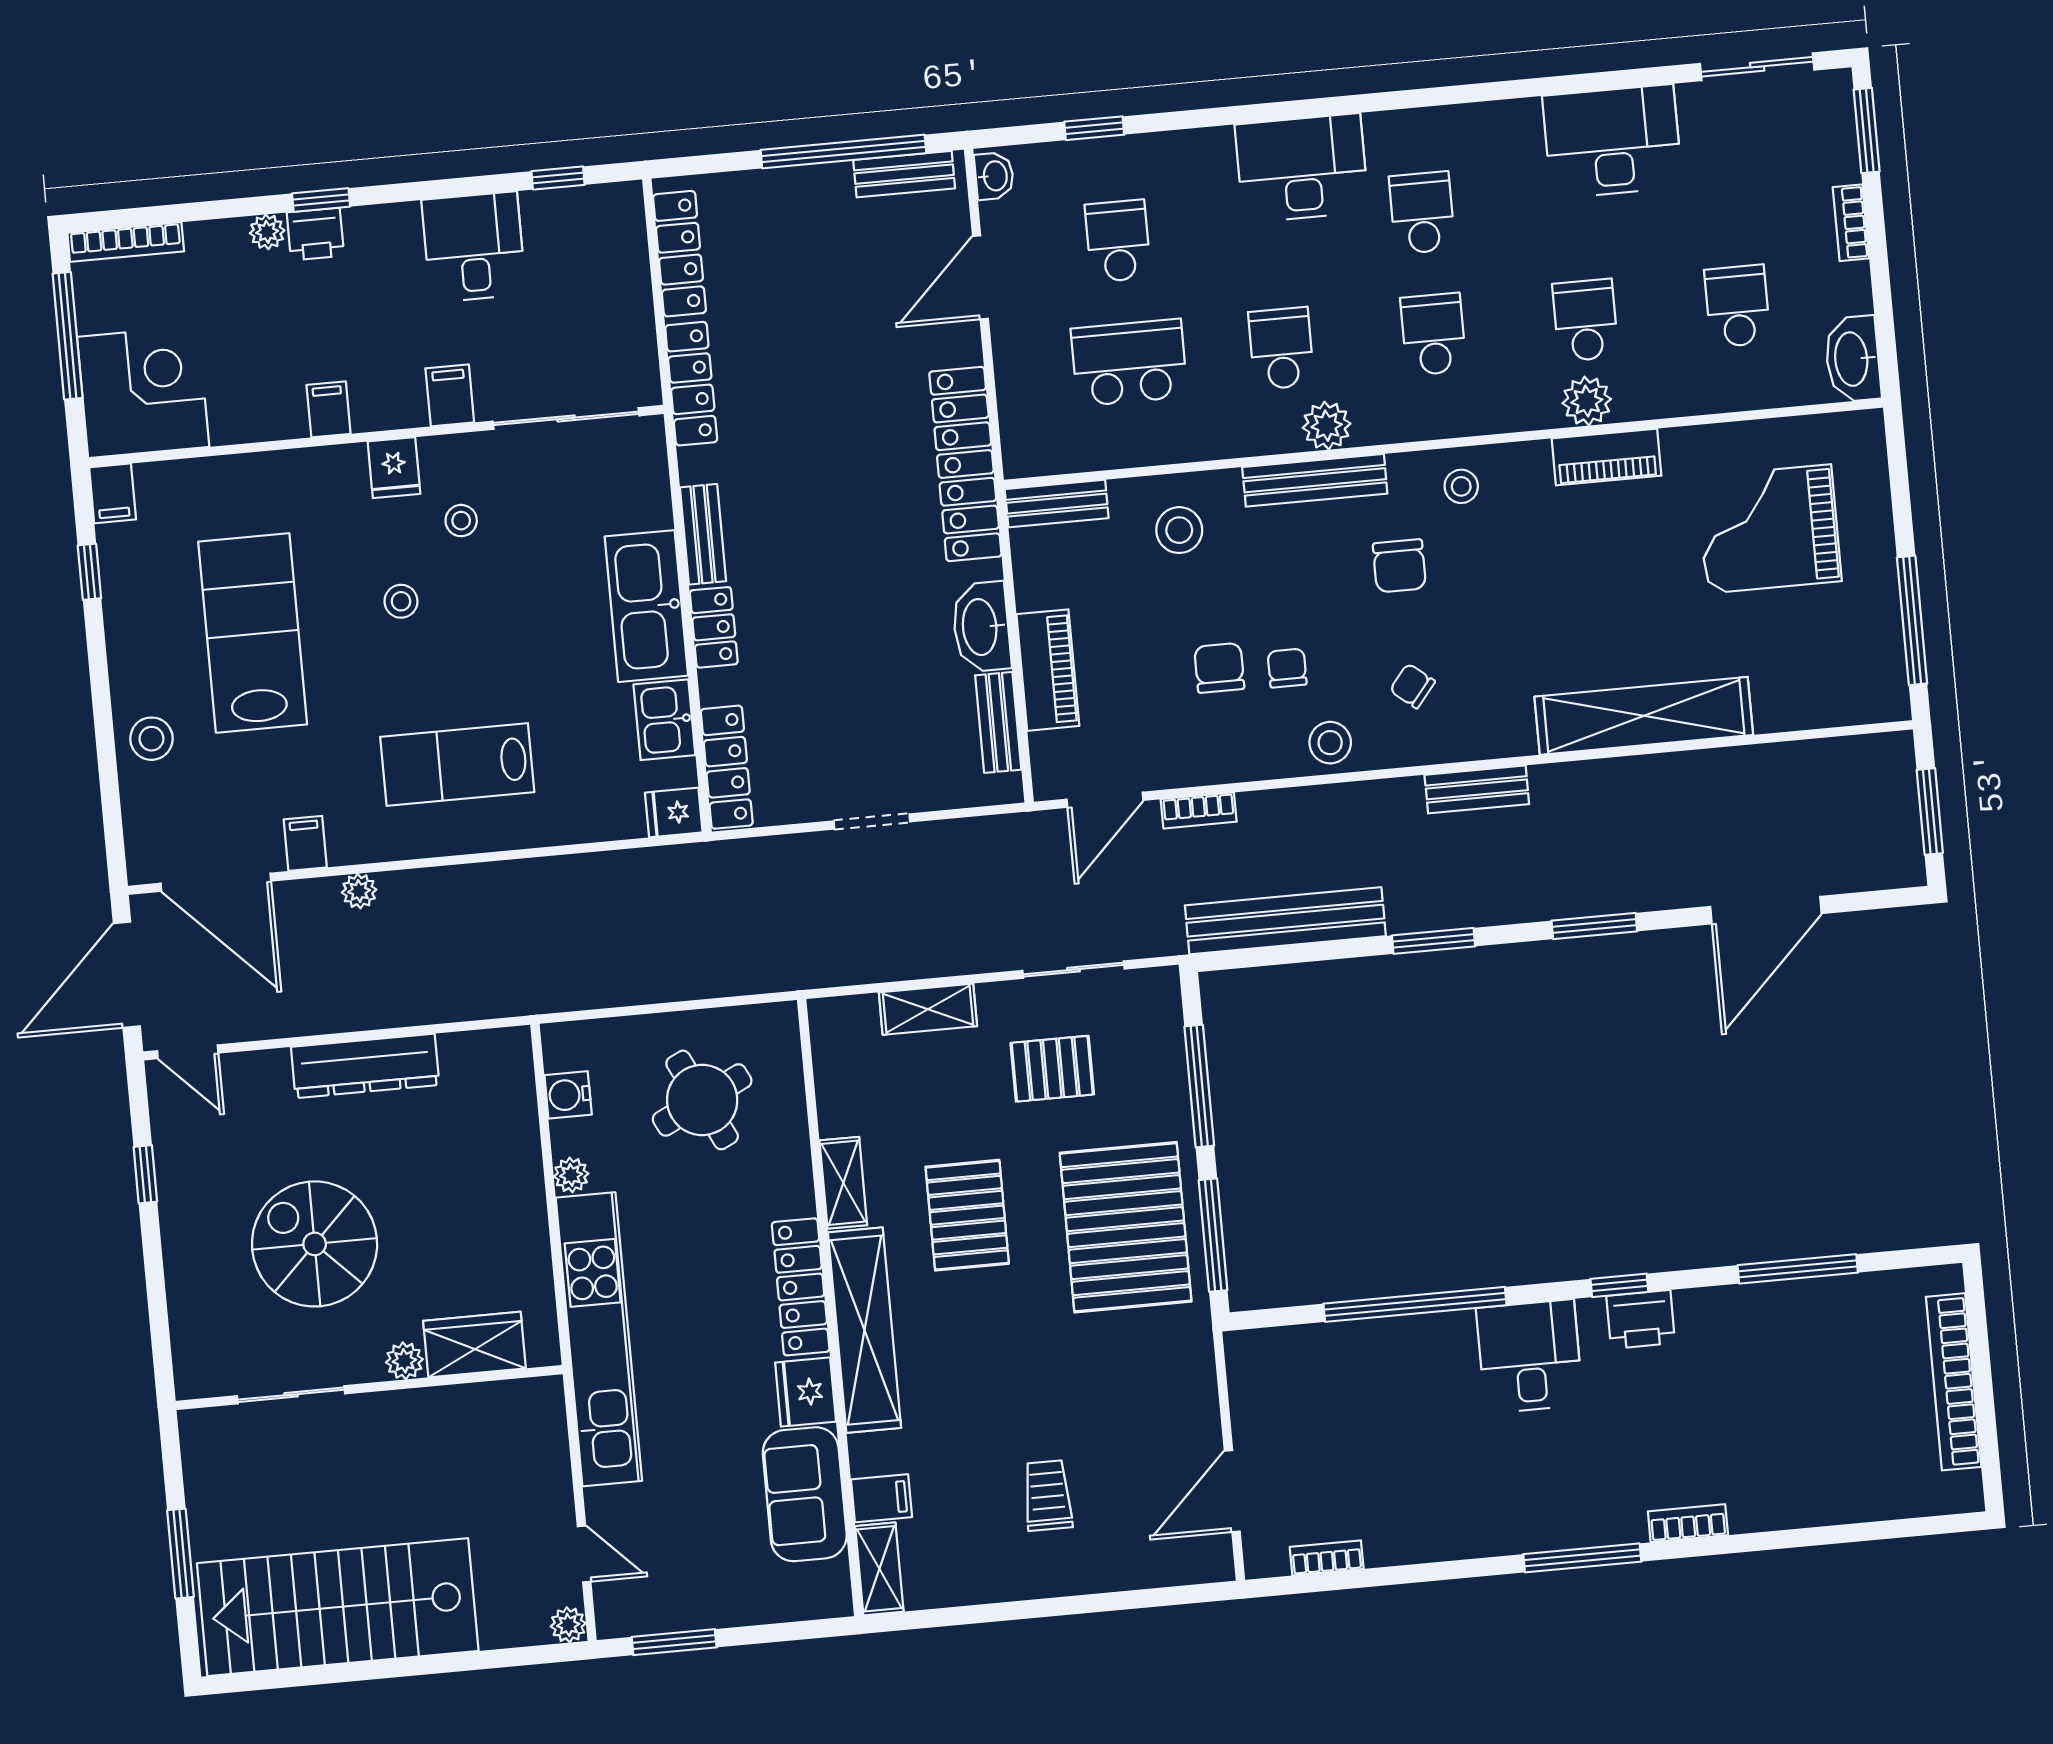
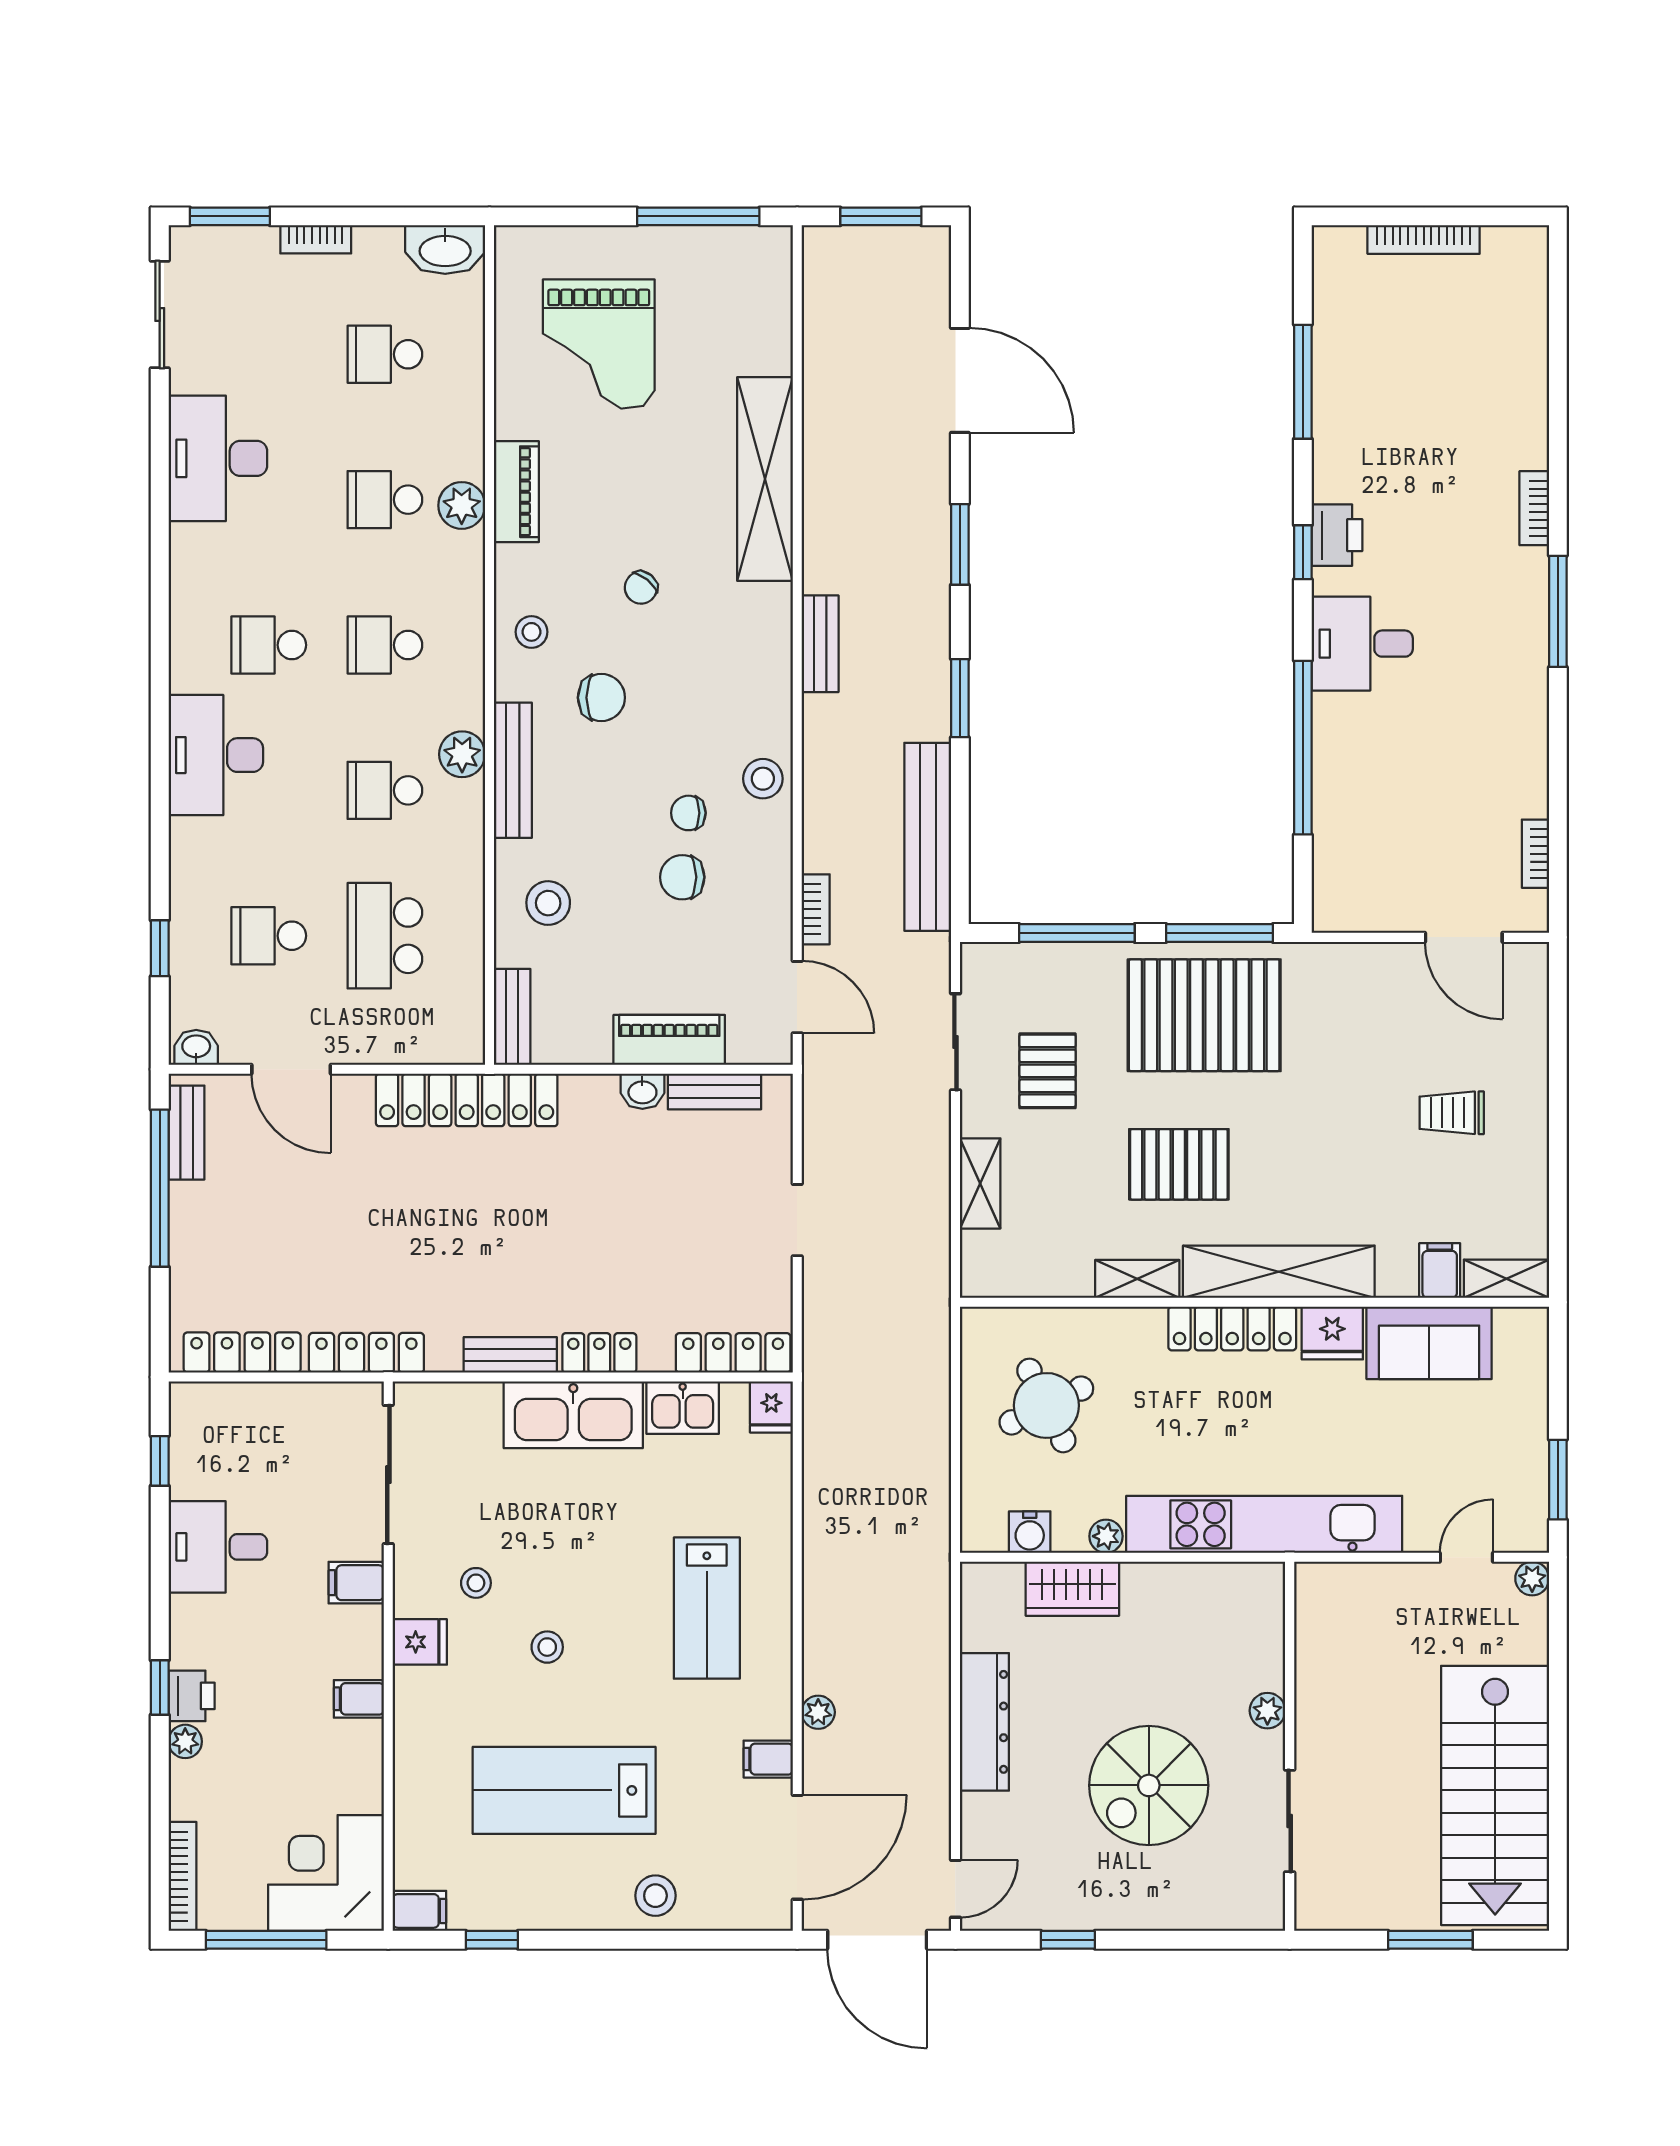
washbasin: (981, 627) -> (642, 1091), width x0.52, depth x0.69
chair: (1412, 686) -> (641, 588), moved
wardrobe: (475, 1345) -> (1072, 1589), moved, turned -90
bookcase: (1954, 1382) -> (1424, 240), width x0.68, depth x0.76

